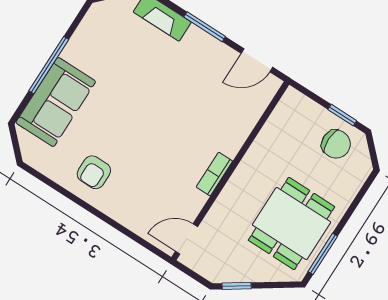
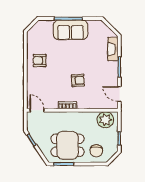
sofa: (56, 102) -> (71, 30), moved
plant: (289, 119) -> (105, 120), added
armchair: (180, 123) -> (78, 80), added
chair: (336, 144) -> (96, 151), moved

